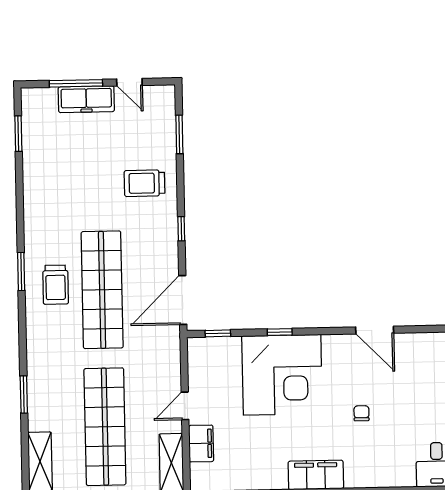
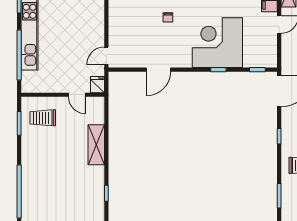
door: (375, 330) -> (158, 70), swing flipped

